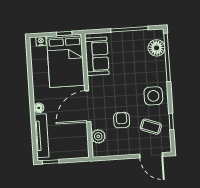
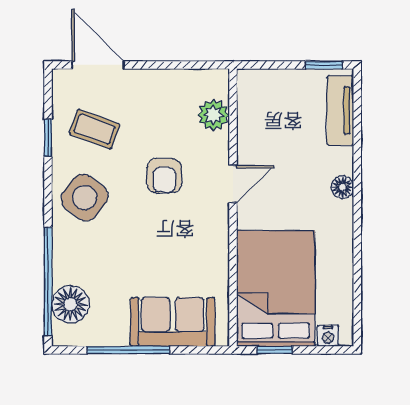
sofa: (97, 56) -> (173, 322), moved, turned 90
side table: (153, 96) -> (85, 197), turned 38
door: (88, 106) -> (233, 184), width x0.53
armchair: (122, 120) -> (164, 176), moved
tv unit: (42, 136) -> (340, 110), width x0.71

